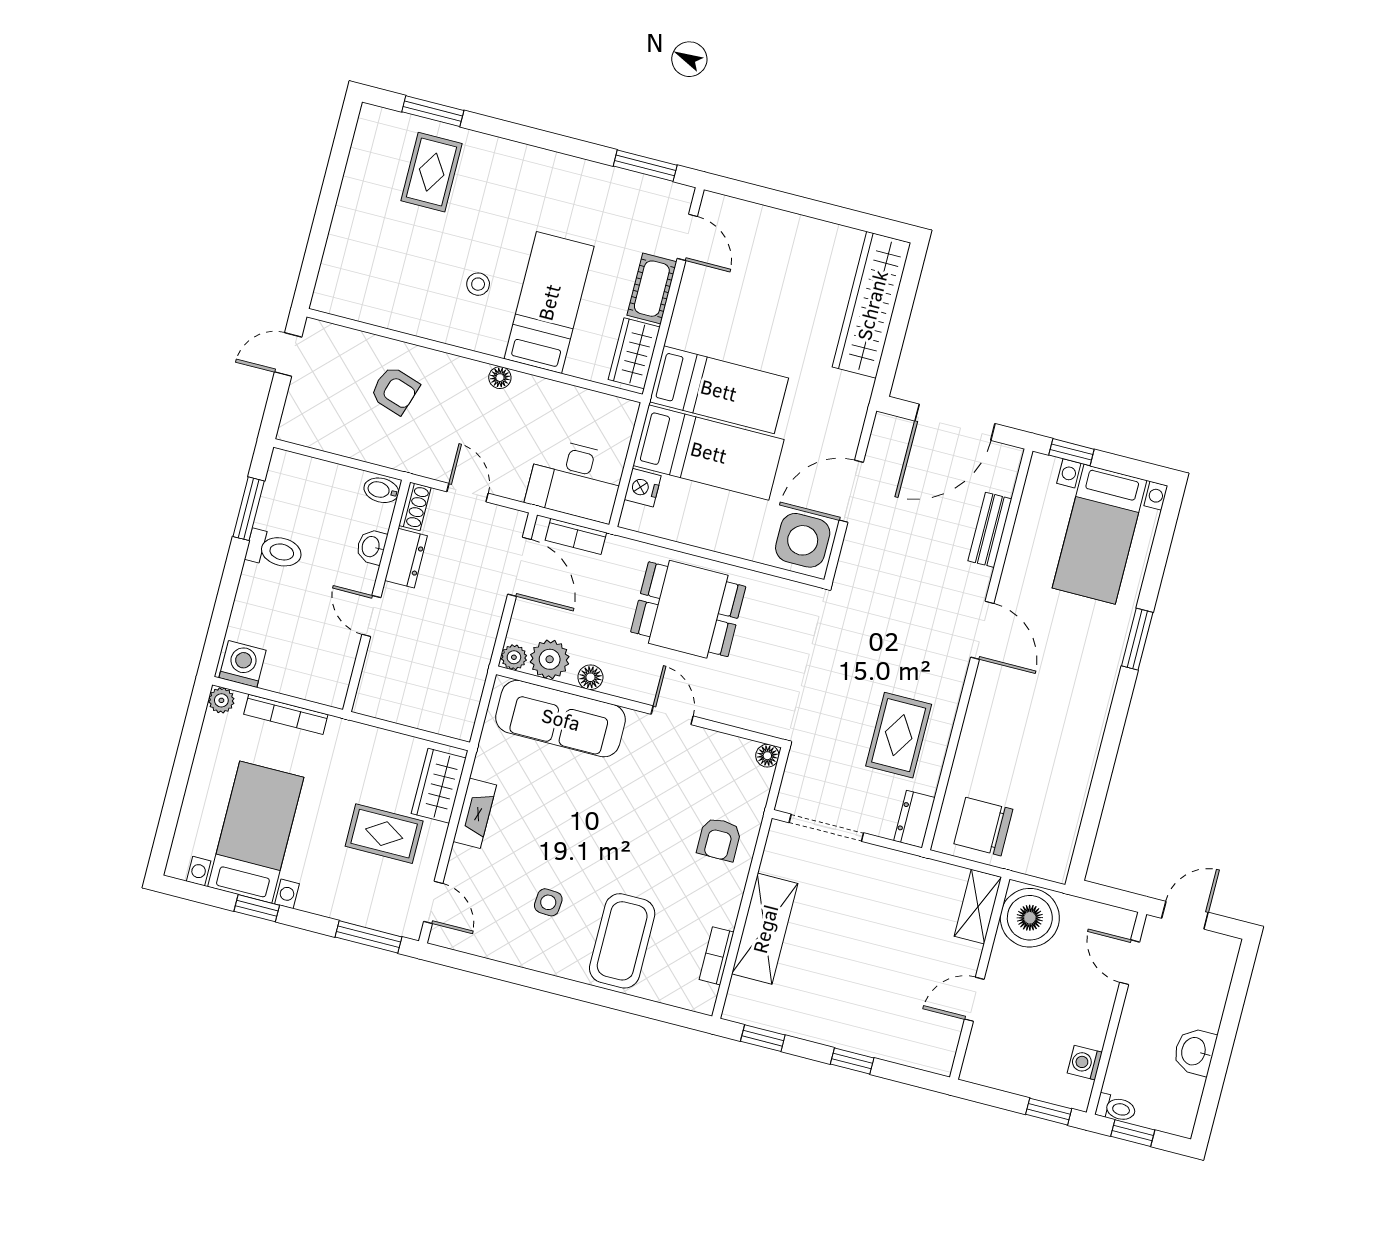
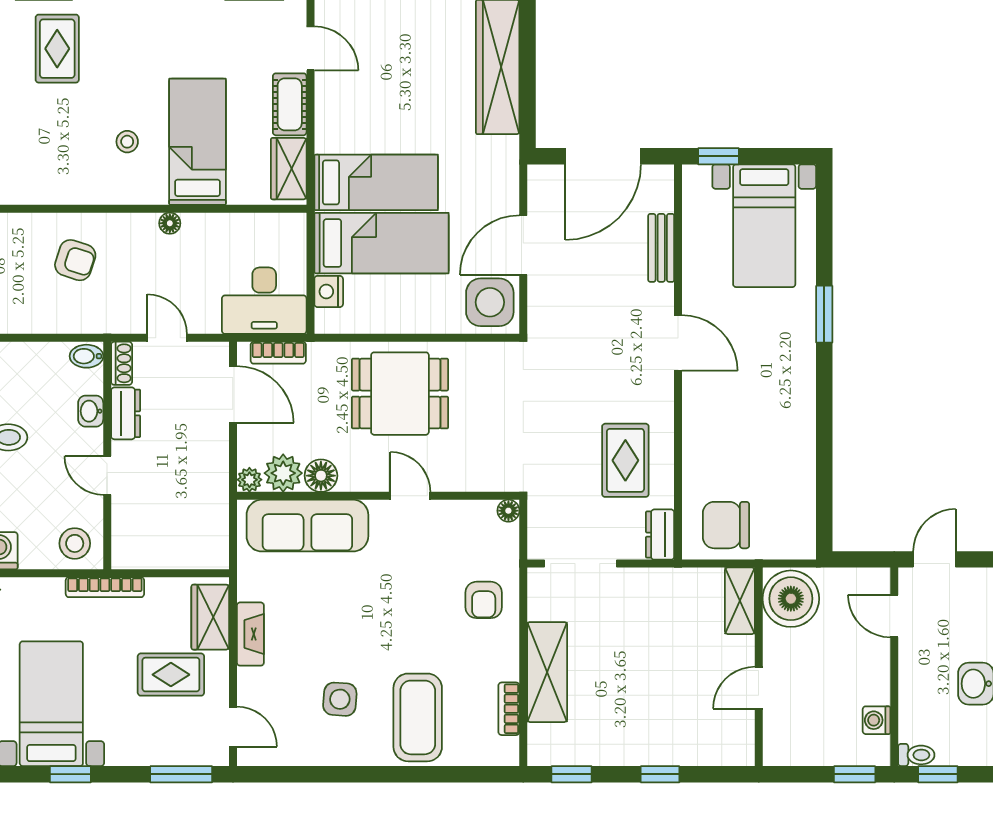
stool: (321, 676) -> (75, 543), added
floor lamp: (590, 677) -> (321, 476), width x1.37, depth x1.37
bookcase: (286, 714) -> (105, 587), moved
side table: (548, 902) -> (340, 699), width x1.37, depth x1.37

